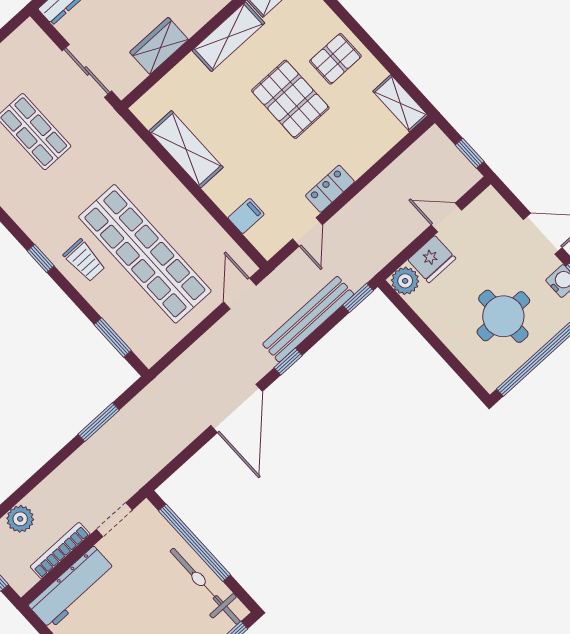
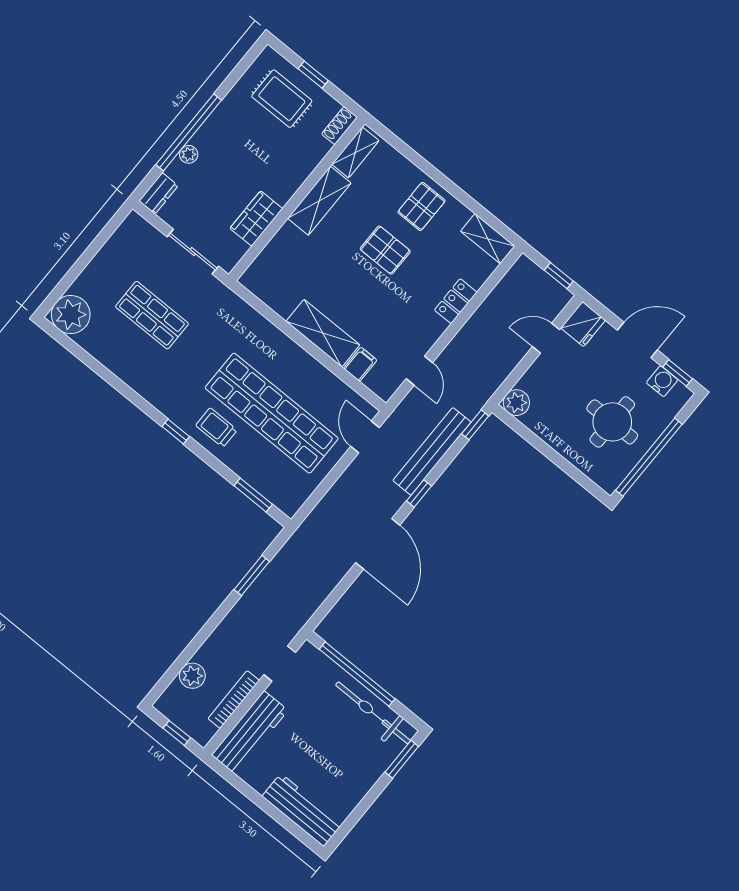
pallet: (290, 99) -> (385, 250), width x0.67, depth x0.71
shelving: (186, 149) -> (323, 333), moved
locker: (330, 189) -> (456, 301), moved
fridge: (432, 259) -> (583, 324), moved
trolley: (84, 260) -> (216, 428), turned 180

